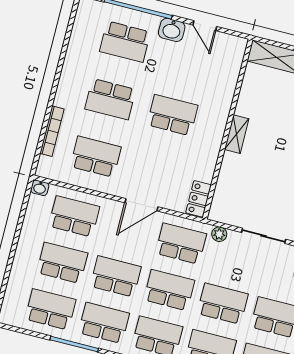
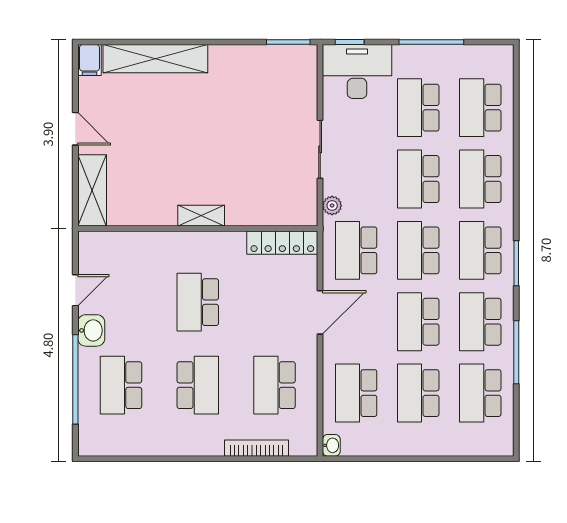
school desk: (125, 42) -> (121, 385), turned 180
locker: (199, 199) -> (282, 243), width x1.53
door: (141, 205) -> (320, 312), hinge flipped

